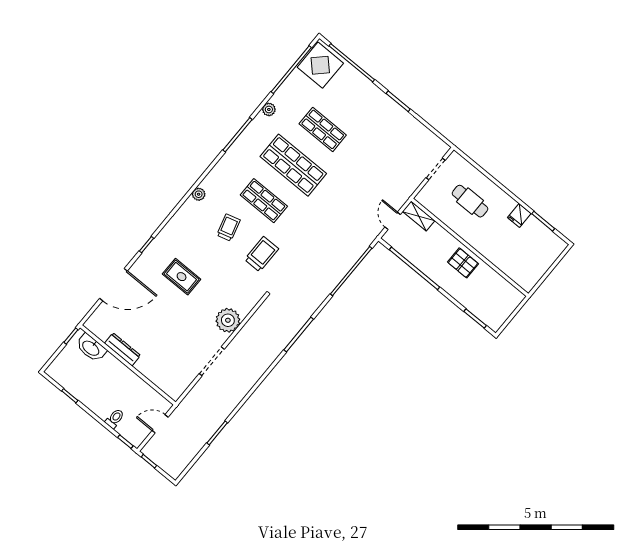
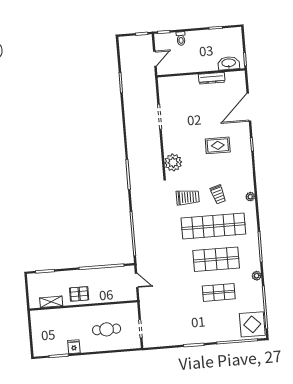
shop shelf: (264, 201) -> (213, 226), width x2.00, depth x1.36
shelving: (419, 216) -> (51, 302), moved
trolley: (262, 254) -> (188, 197), turned -90
plant: (228, 320) -> (173, 162), moved

